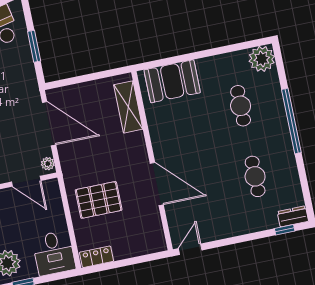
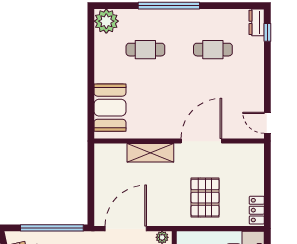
window: (34, 46) -> (52, 228), width x2.11
shelving: (128, 107) -> (150, 153), moved

